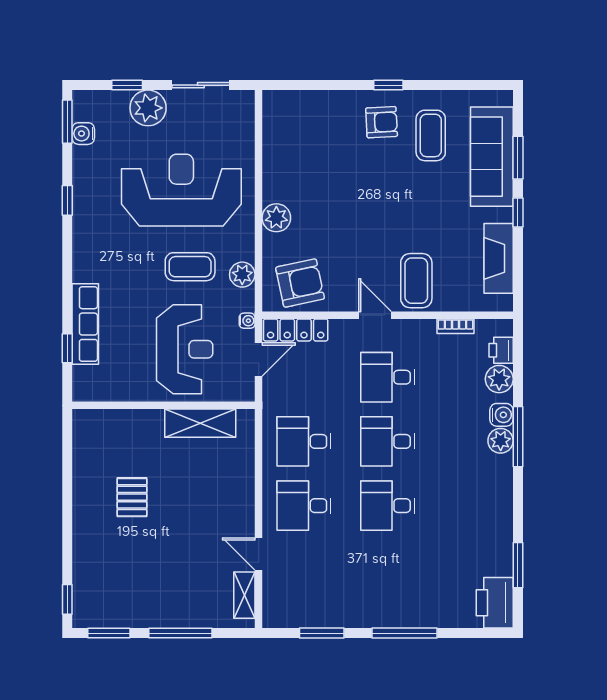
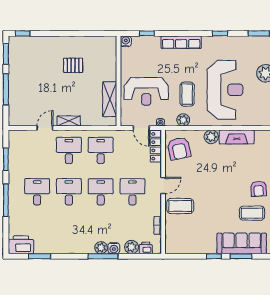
water cooler: (83, 134) -> (126, 41), moved
fireplace: (499, 258) -> (237, 137), moved, turned 180
row of seats: (85, 324) -> (181, 42), moved
desk: (388, 570) -> (37, 192), added
shelving: (244, 595) -> (69, 121), moved

